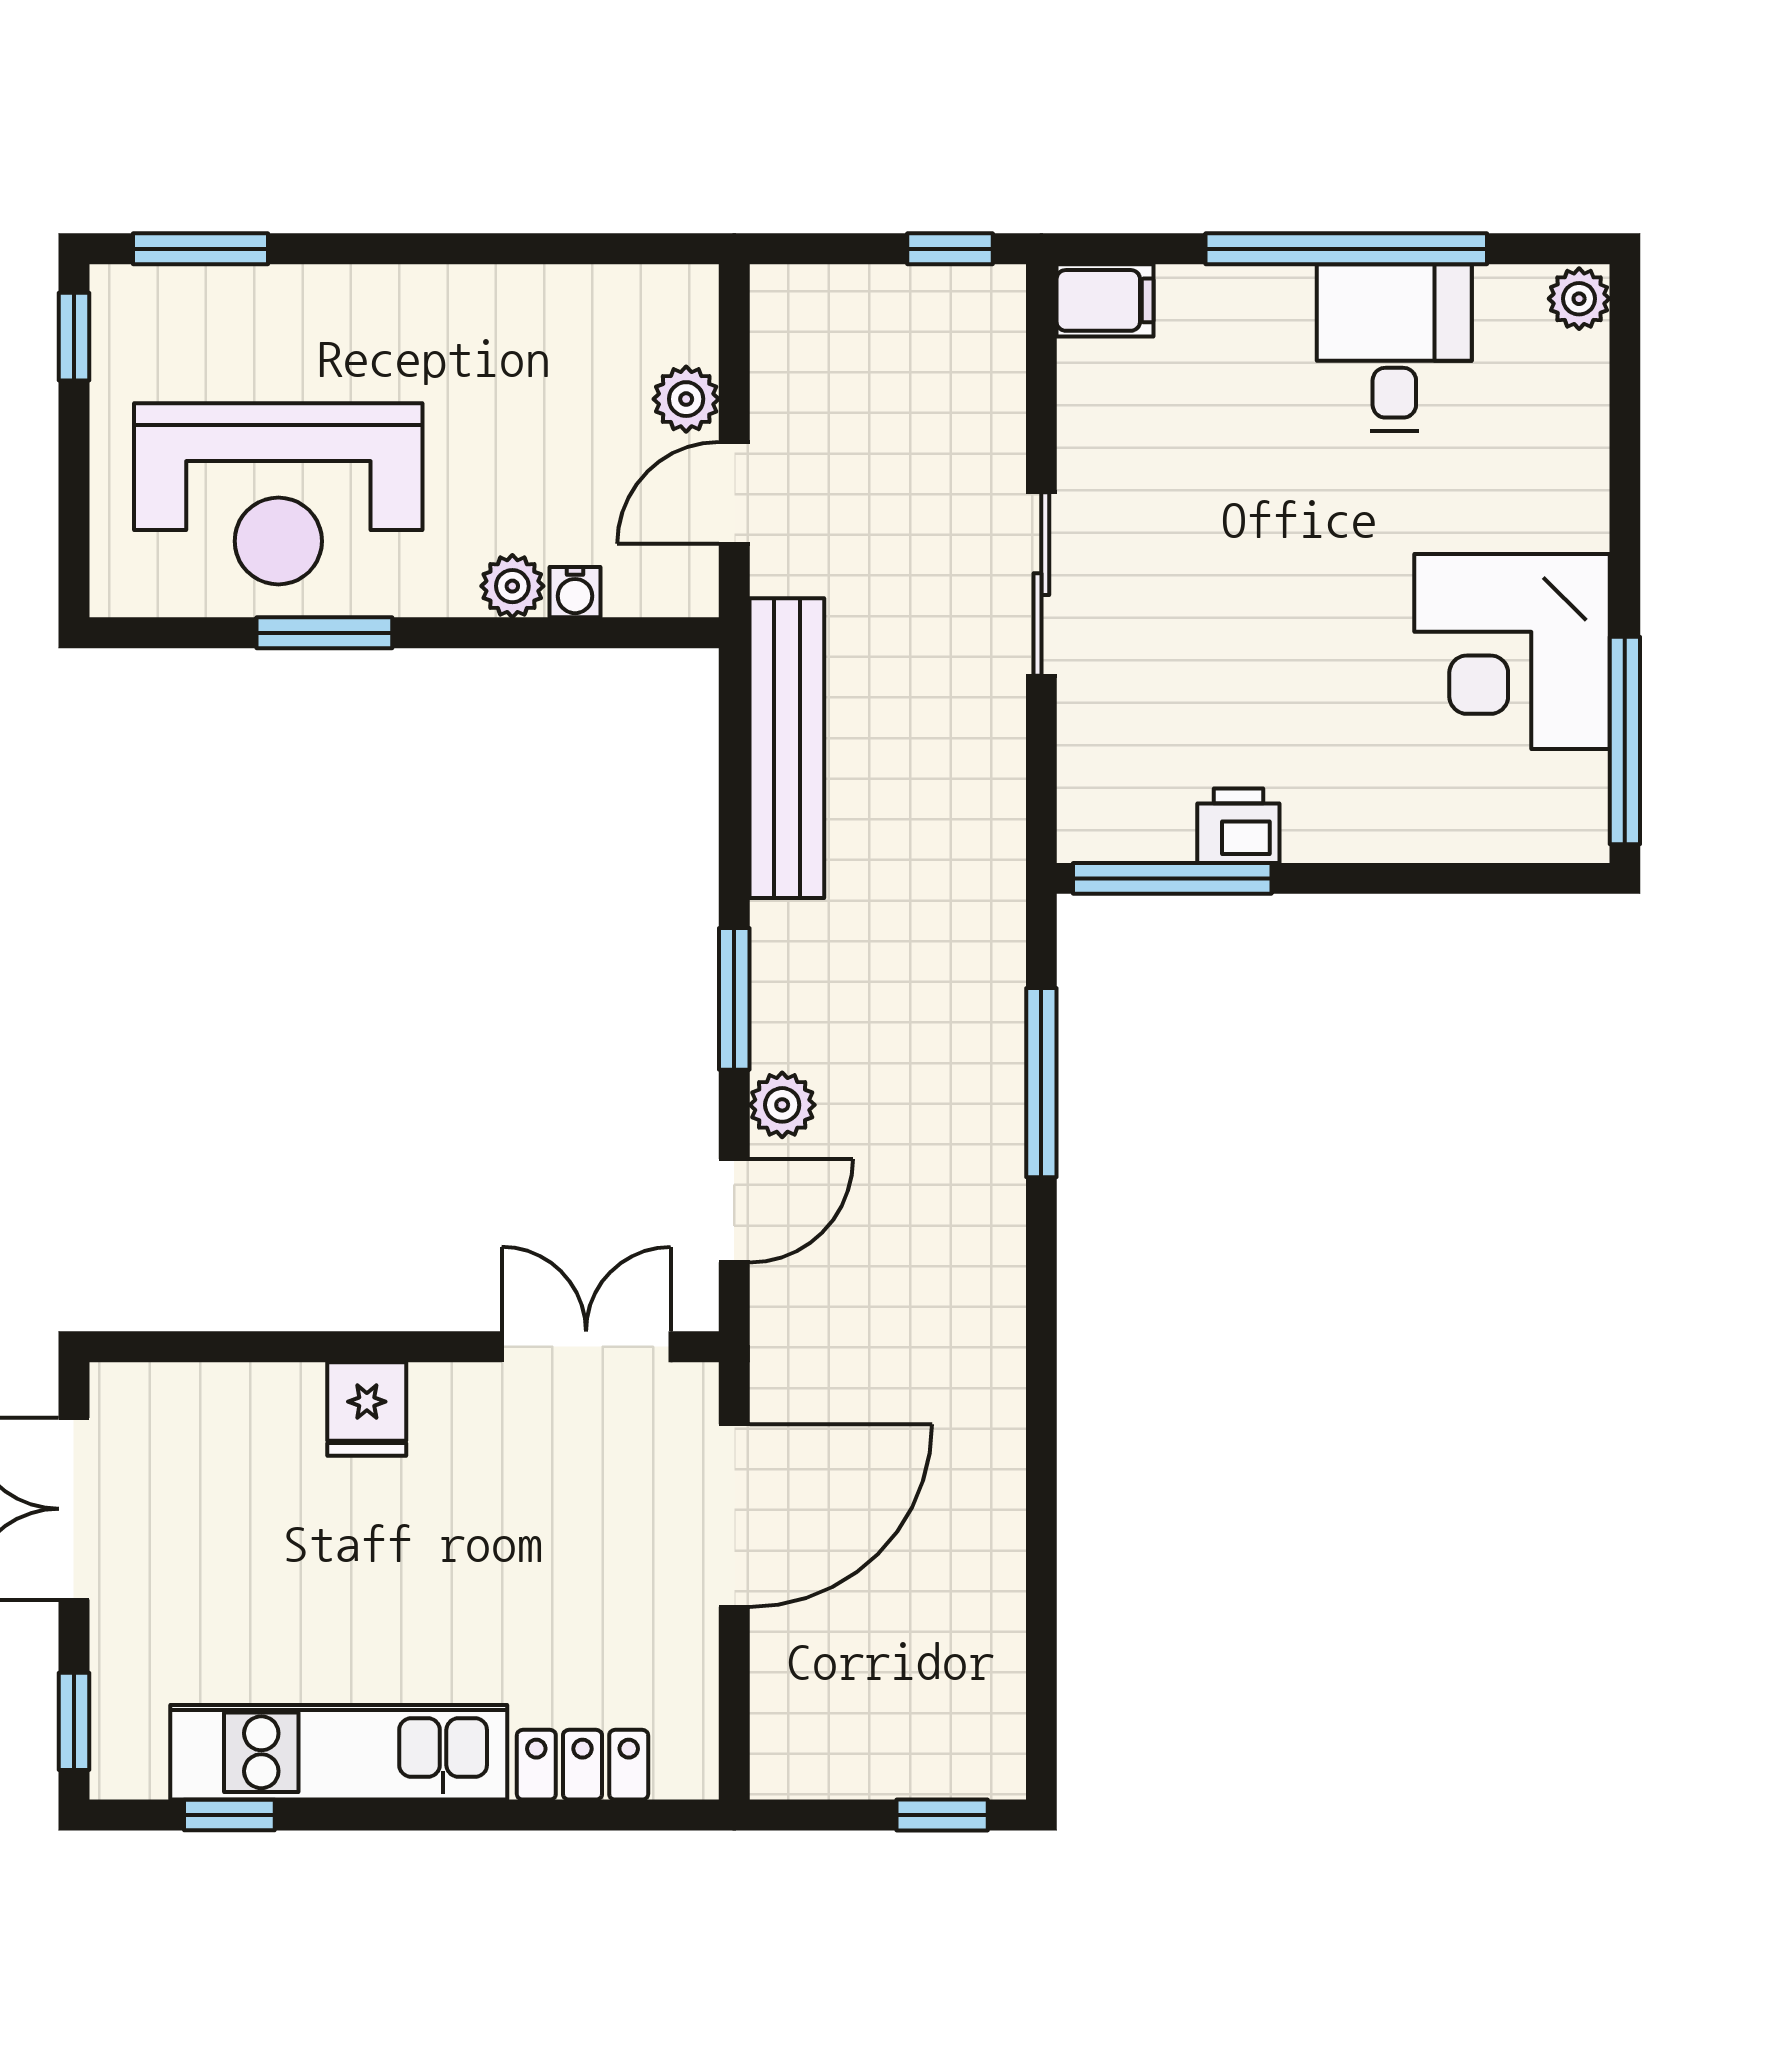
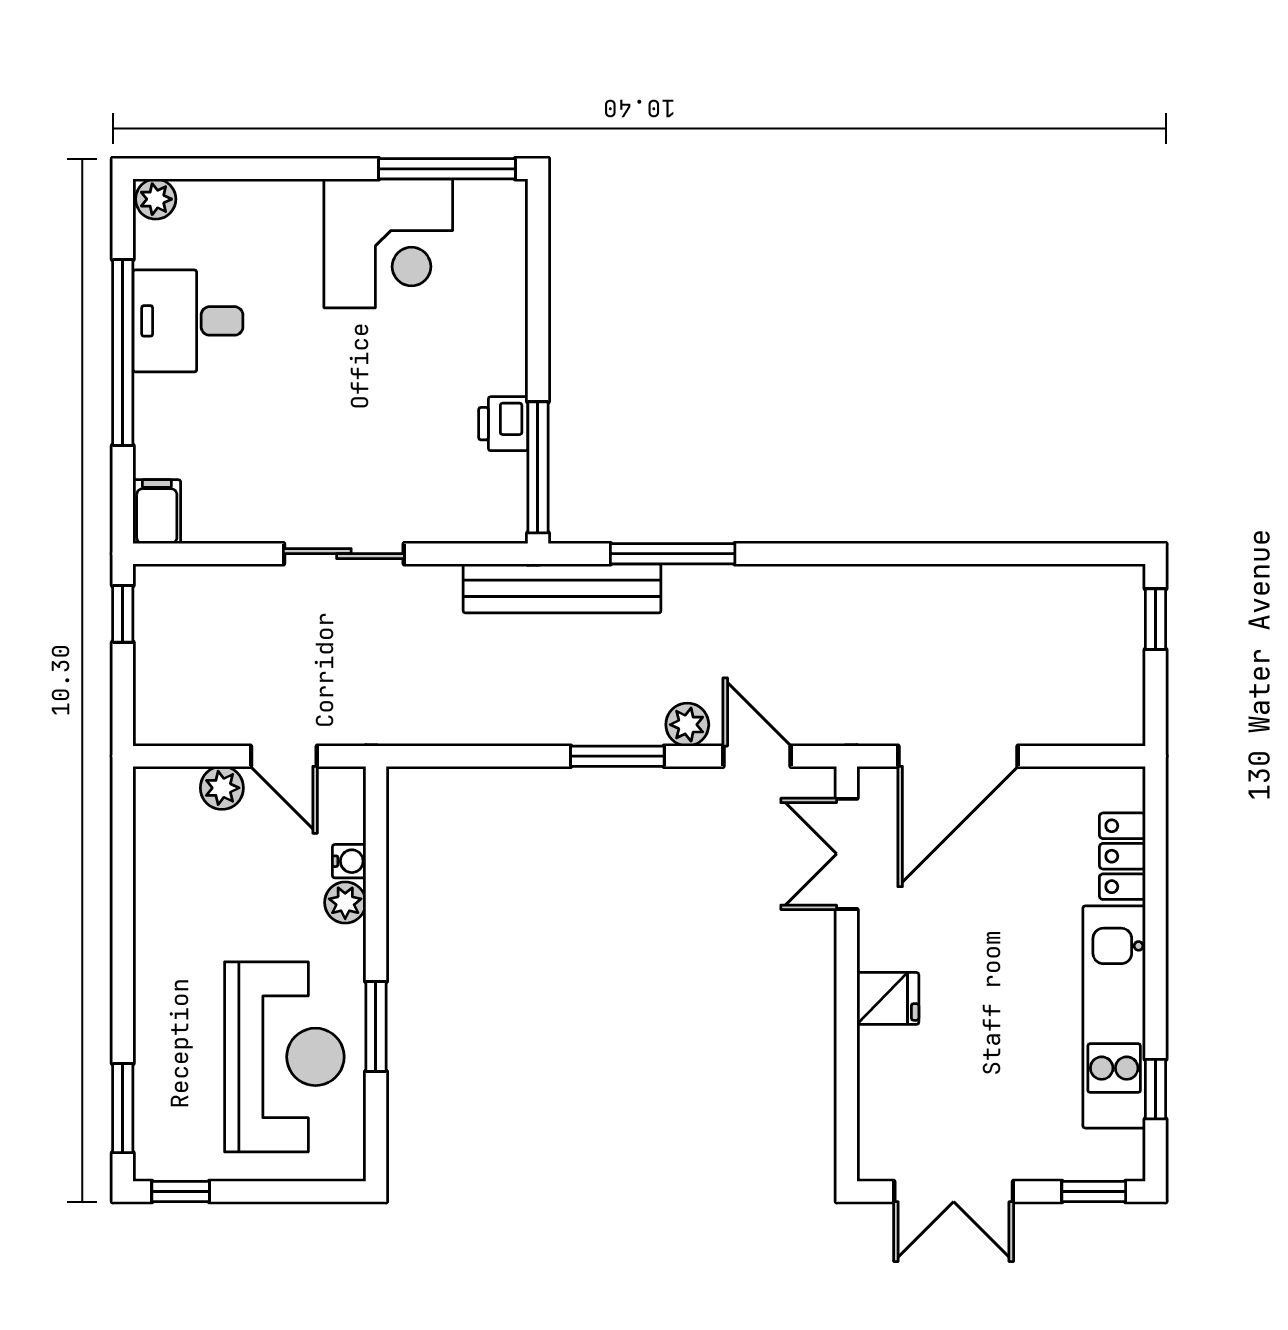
bench: (787, 748) -> (562, 588), moved
door: (734, 1515) -> (958, 756), swing flipped

